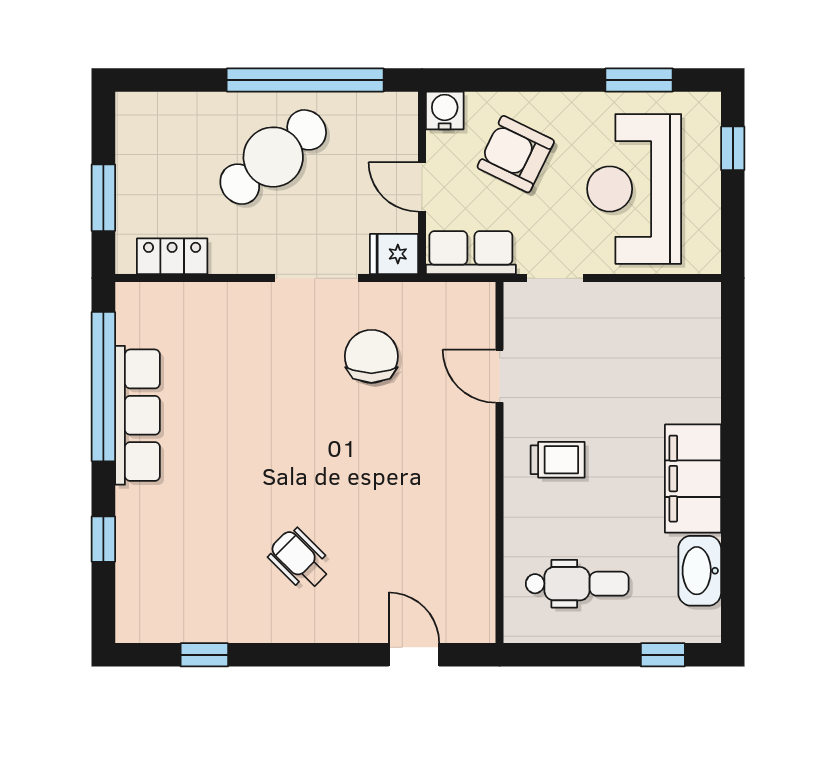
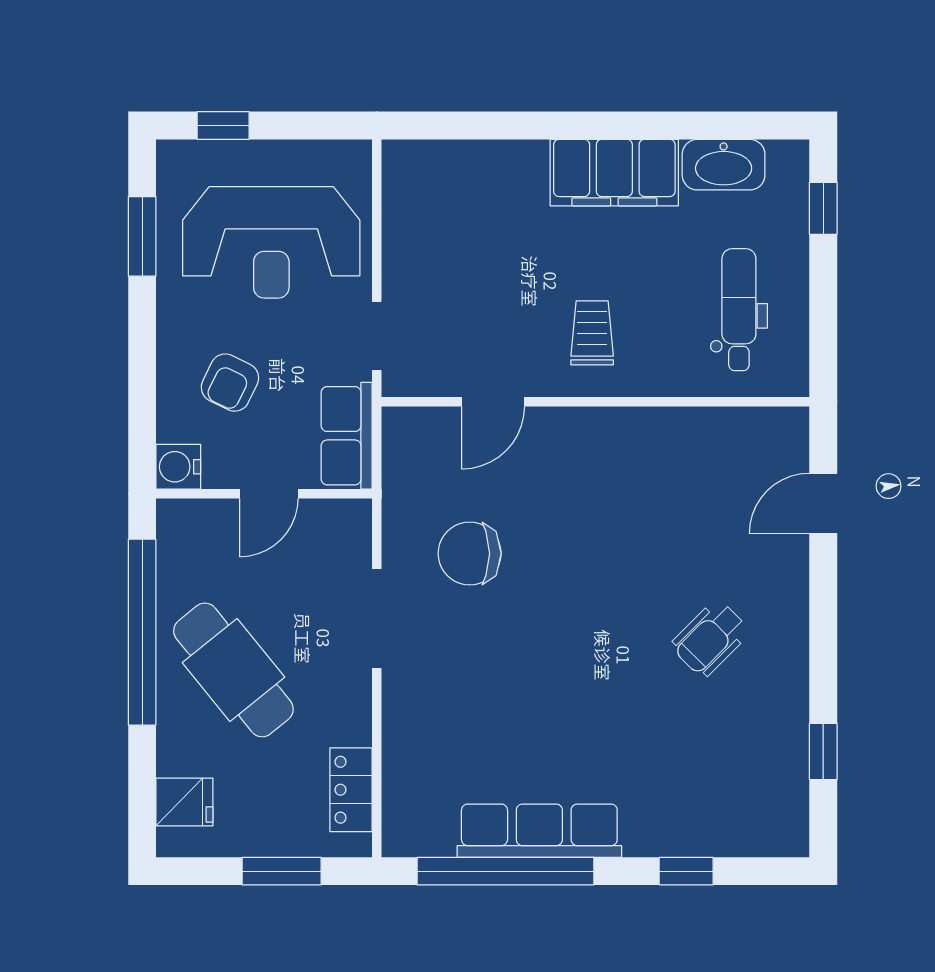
armchair: (516, 154) -> (230, 383), width x0.72, depth x0.72
fridge: (394, 254) -> (184, 802), moved, turned -90

